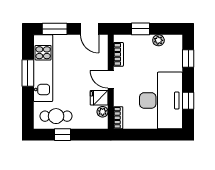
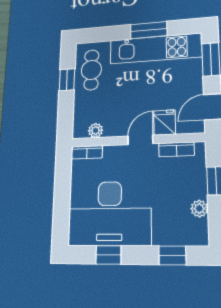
fridge: (99, 98) -> (165, 122), moved

